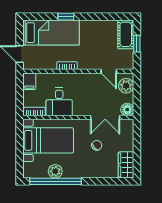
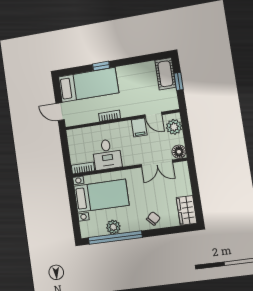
filing cabinet: (29, 81) -> (139, 128), moved
chair: (97, 145) -> (153, 218), moved

